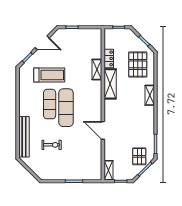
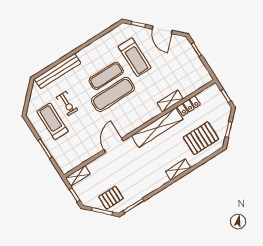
shelving: (110, 84) -> (157, 128), width x1.47
treadmill: (58, 163) -> (53, 121), added

